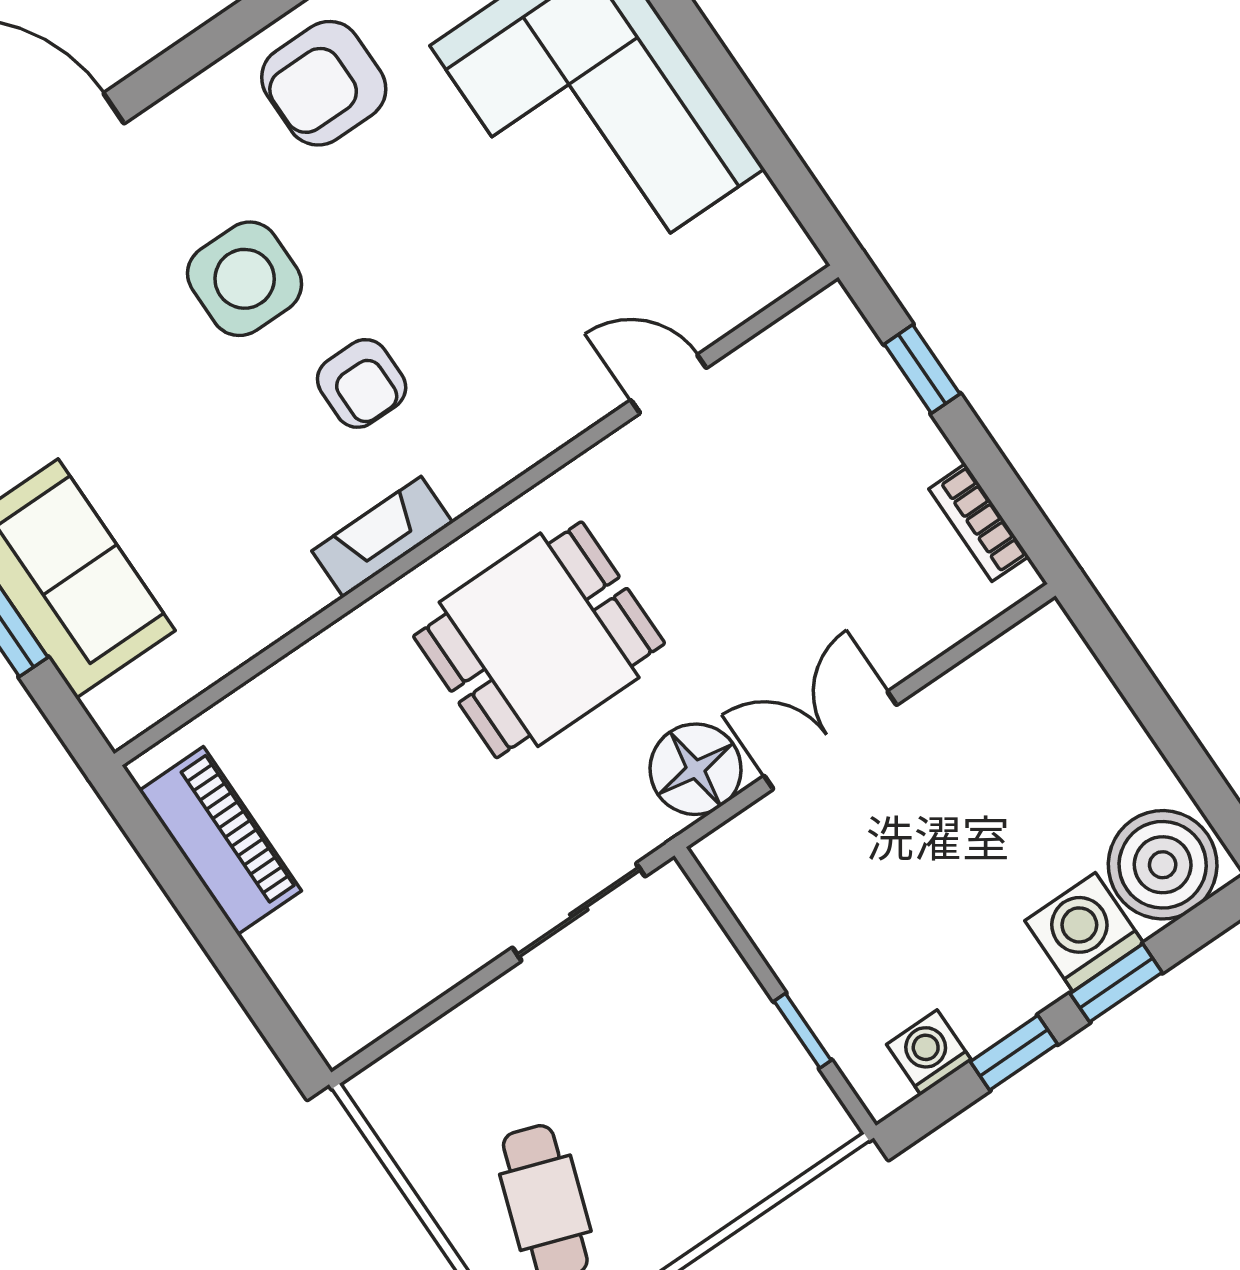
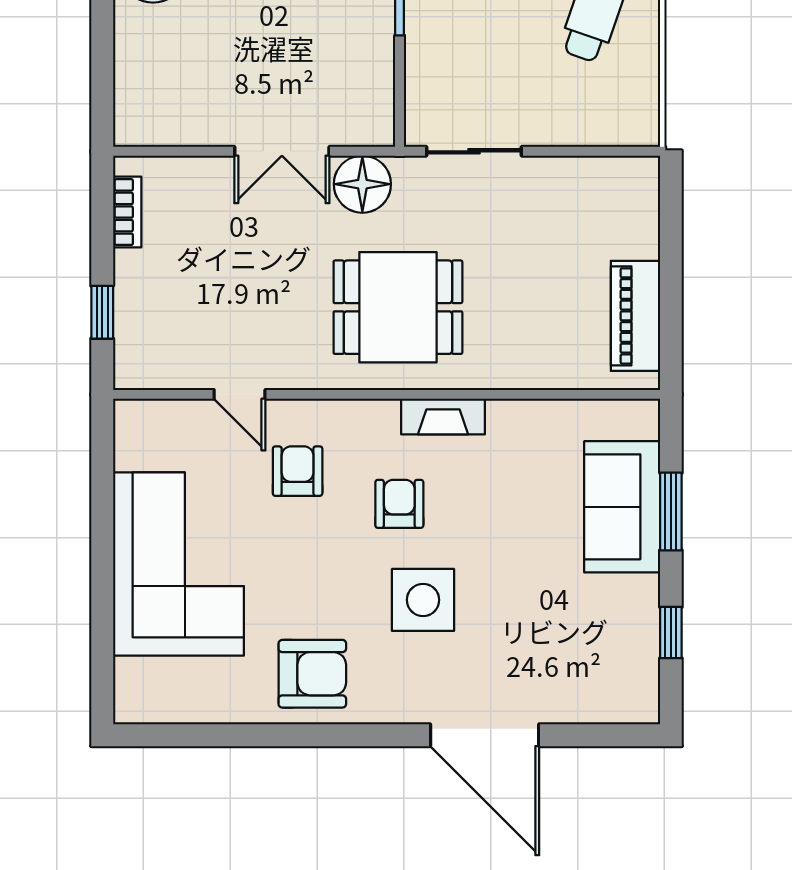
armchair: (524, 335) -> (298, 471), added

